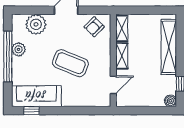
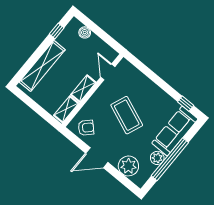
door: (113, 85) -> (108, 72), hinge flipped
sofa: (36, 96) -> (175, 131), moved, turned 90
boiler: (170, 101) -> (85, 32), moved

